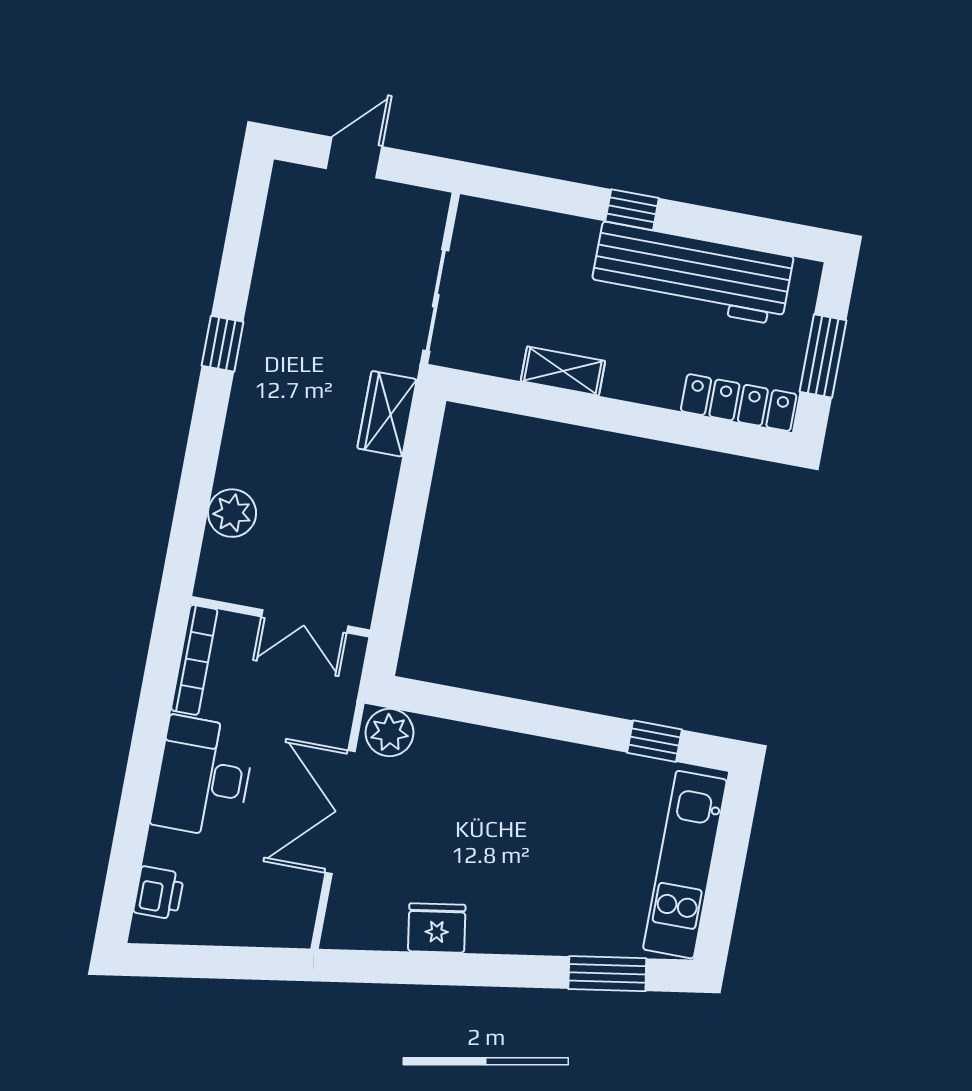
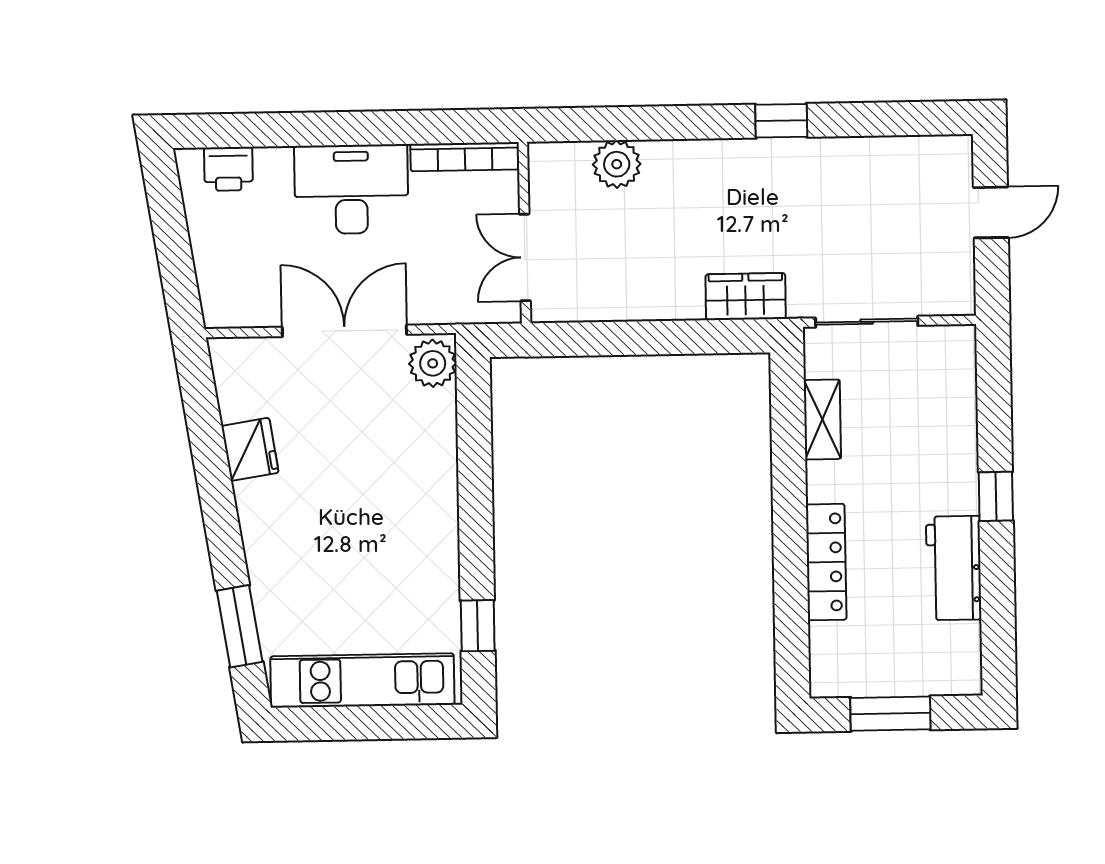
door: (354, 158) -> (991, 212), hinge flipped
workbench: (692, 274) -> (954, 568), width x0.53, depth x0.76
shelving: (563, 371) -> (822, 419), moved
locker: (739, 403) -> (826, 562), moved

